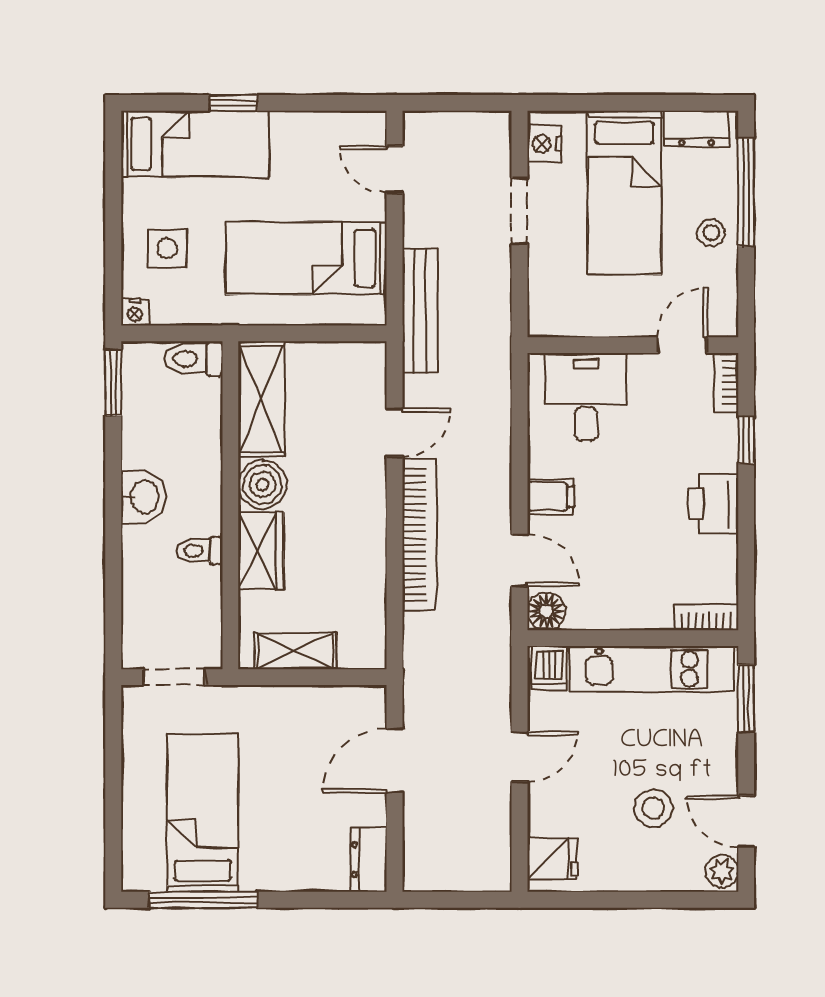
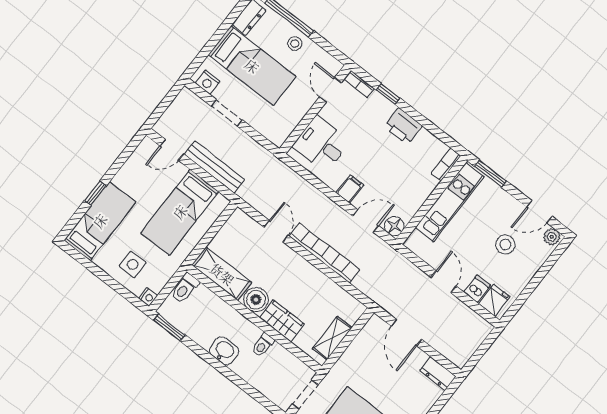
bench: (420, 311) -> (214, 167), moved
dishwasher: (549, 668) -> (477, 289), moved, turned -90

